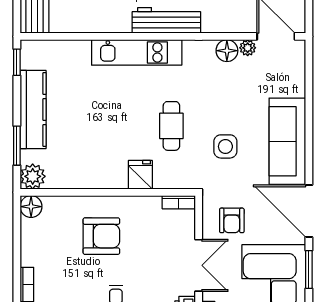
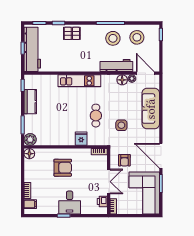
workbench: (166, 20) -> (116, 66), moved
kitchen counter: (33, 110) -> (30, 102), width x0.67
sofa: (287, 141) -> (151, 109), moved

